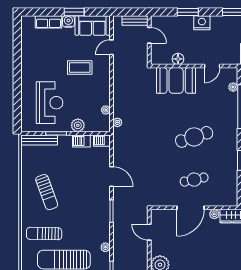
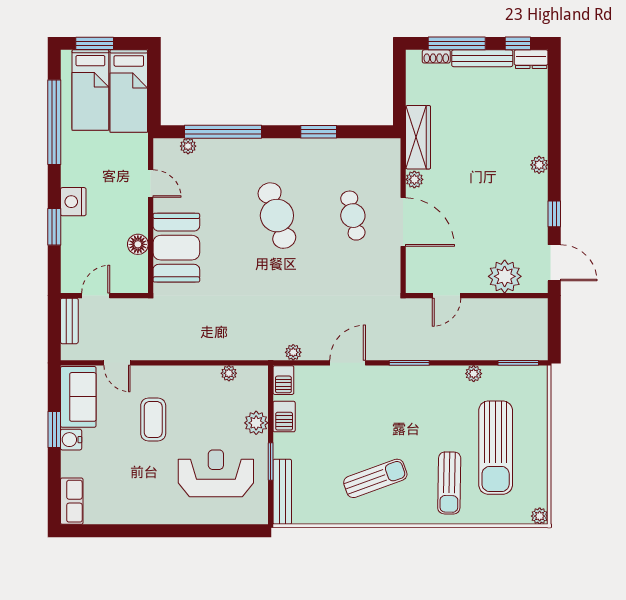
row of seats: (49, 22) -> (72, 501), moved
plant: (117, 122) -> (293, 352), moved

